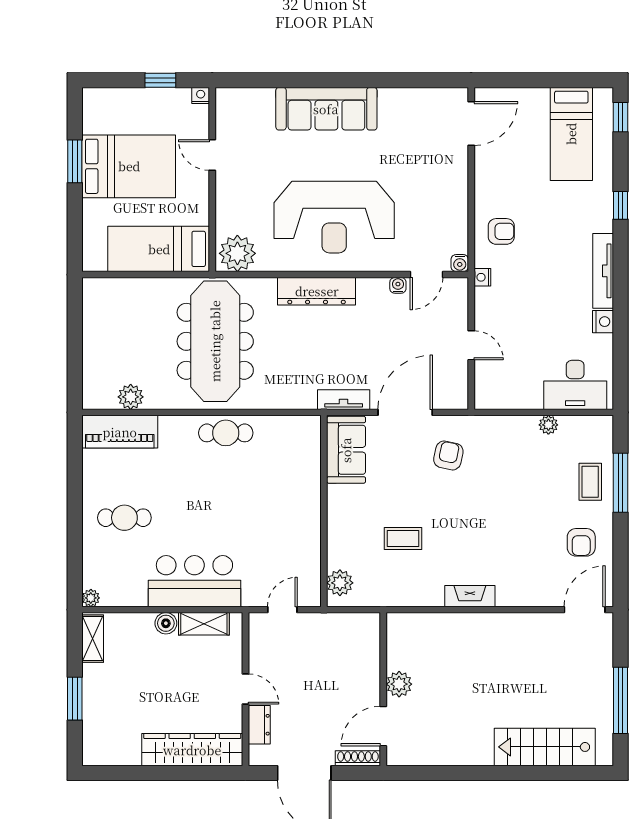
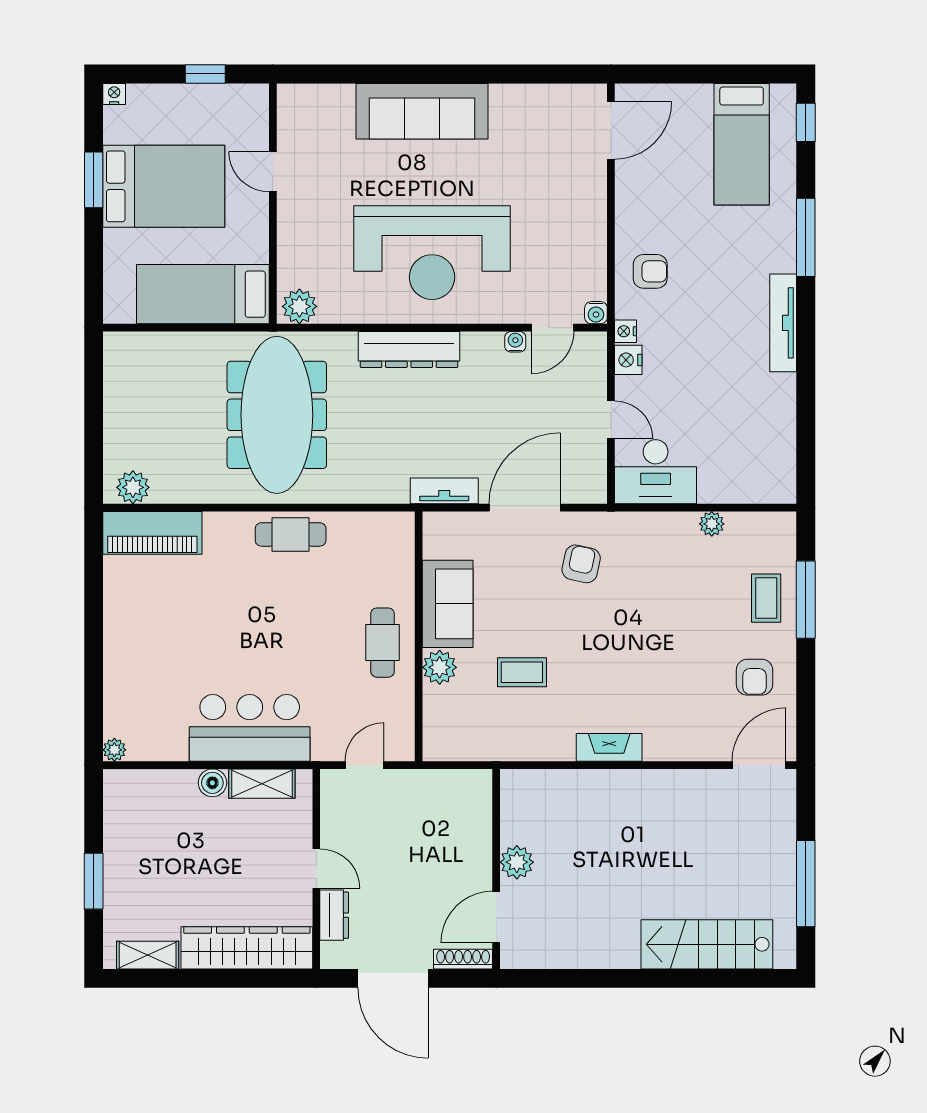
nightstand: (201, 95) -> (114, 94), moved
window: (620, 205) -> (806, 237), width x2.17
plant: (237, 253) -> (299, 306), width x0.73, depth x0.73
nightstand: (603, 322) -> (628, 360), moved, turned 180
desk: (575, 385) -> (656, 472), moved
plant: (131, 397) -> (133, 487), moved
sofa: (346, 450) -> (448, 604), moved
cafe table: (124, 518) -> (383, 643), moved, turned 90
plant: (340, 583) -> (440, 667), moved
shelving: (93, 639) -> (148, 955), moved, turned 90

